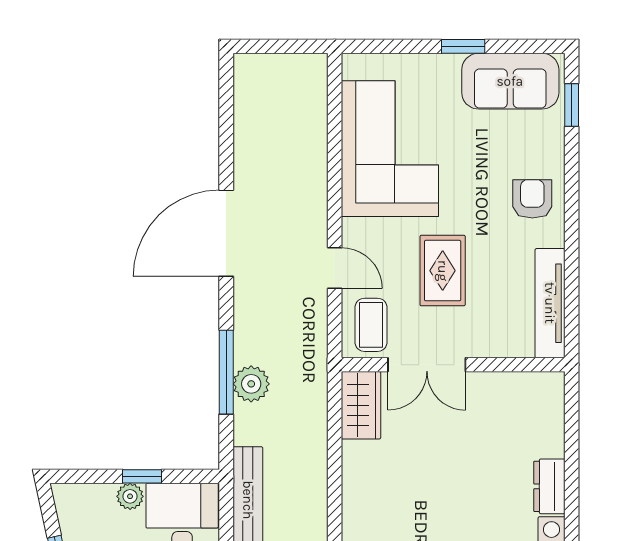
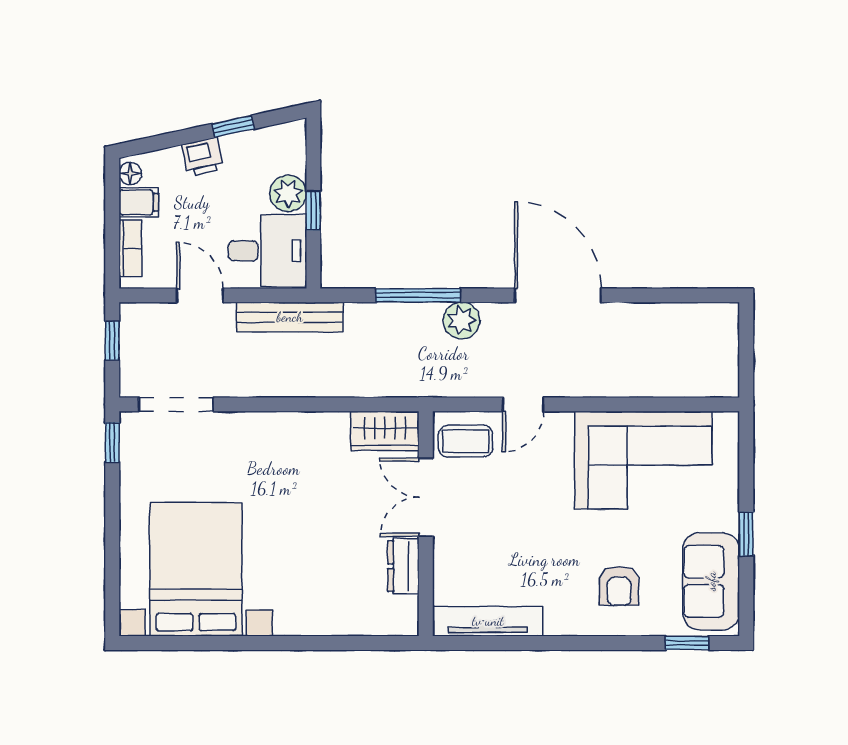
armchair: (532, 199) -> (619, 586), moved, turned 90
rug: (443, 271) -> (520, 513), removed
plant: (251, 384) -> (461, 320), moved
dresser: (549, 486) -> (403, 566), moved, turned -90
plant: (130, 496) -> (288, 193), width x1.38, depth x1.38

